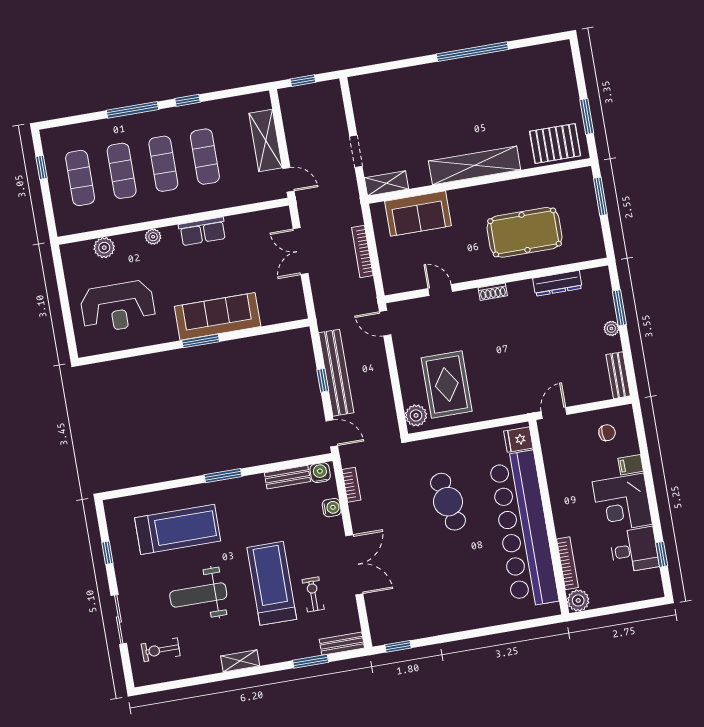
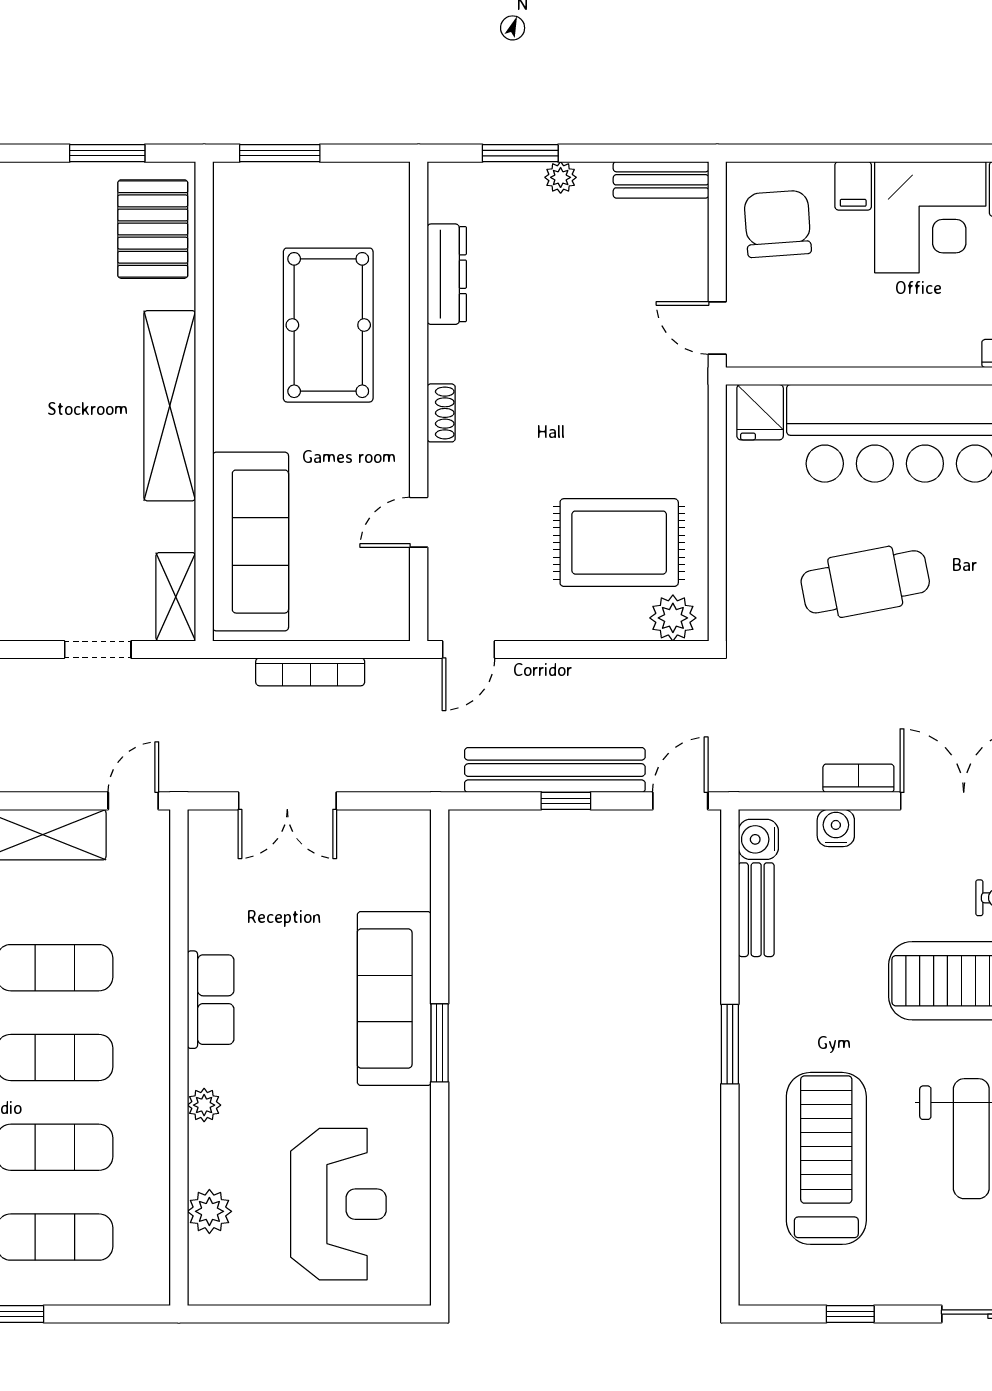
sofa: (418, 214) -> (251, 542), width x1.36
chair: (607, 433) -> (778, 224), width x1.87, depth x1.87
bookcase: (351, 485) -> (858, 778), moved

